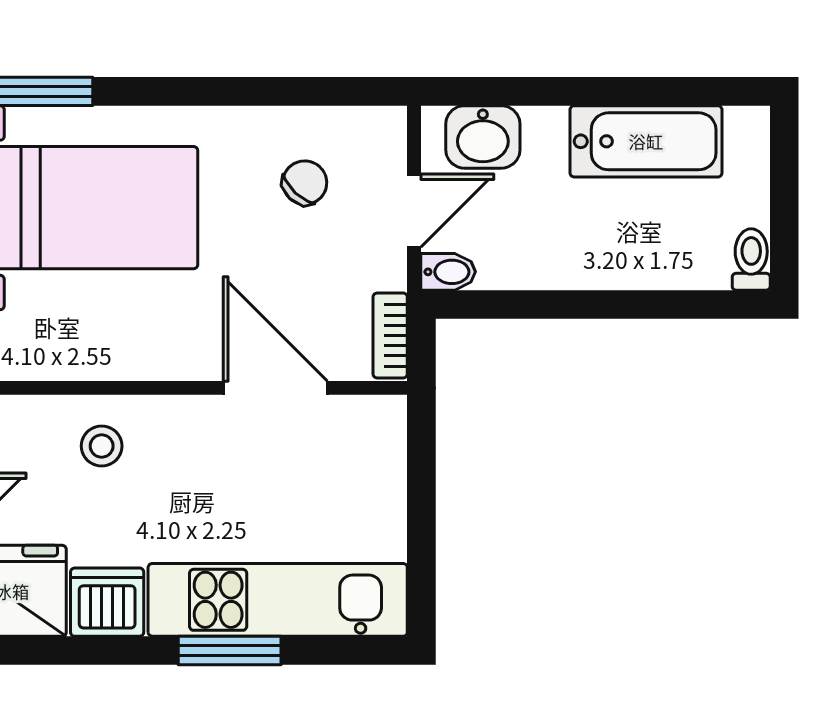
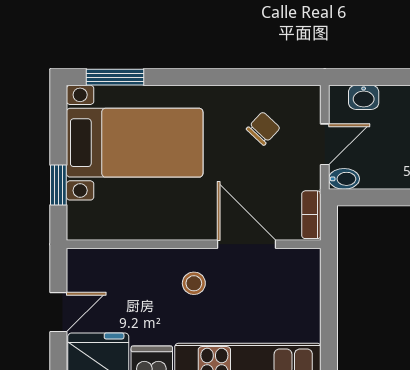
washbasin: (483, 137) -> (364, 97), width x0.72, depth x0.69
stool: (102, 446) -> (194, 283), moved

